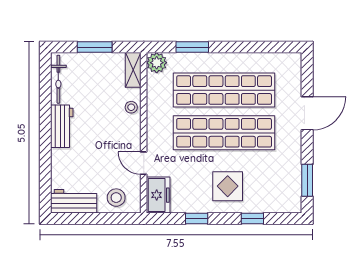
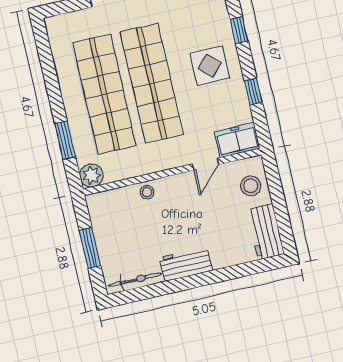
shelving: (133, 70) -> (105, 200), removed

